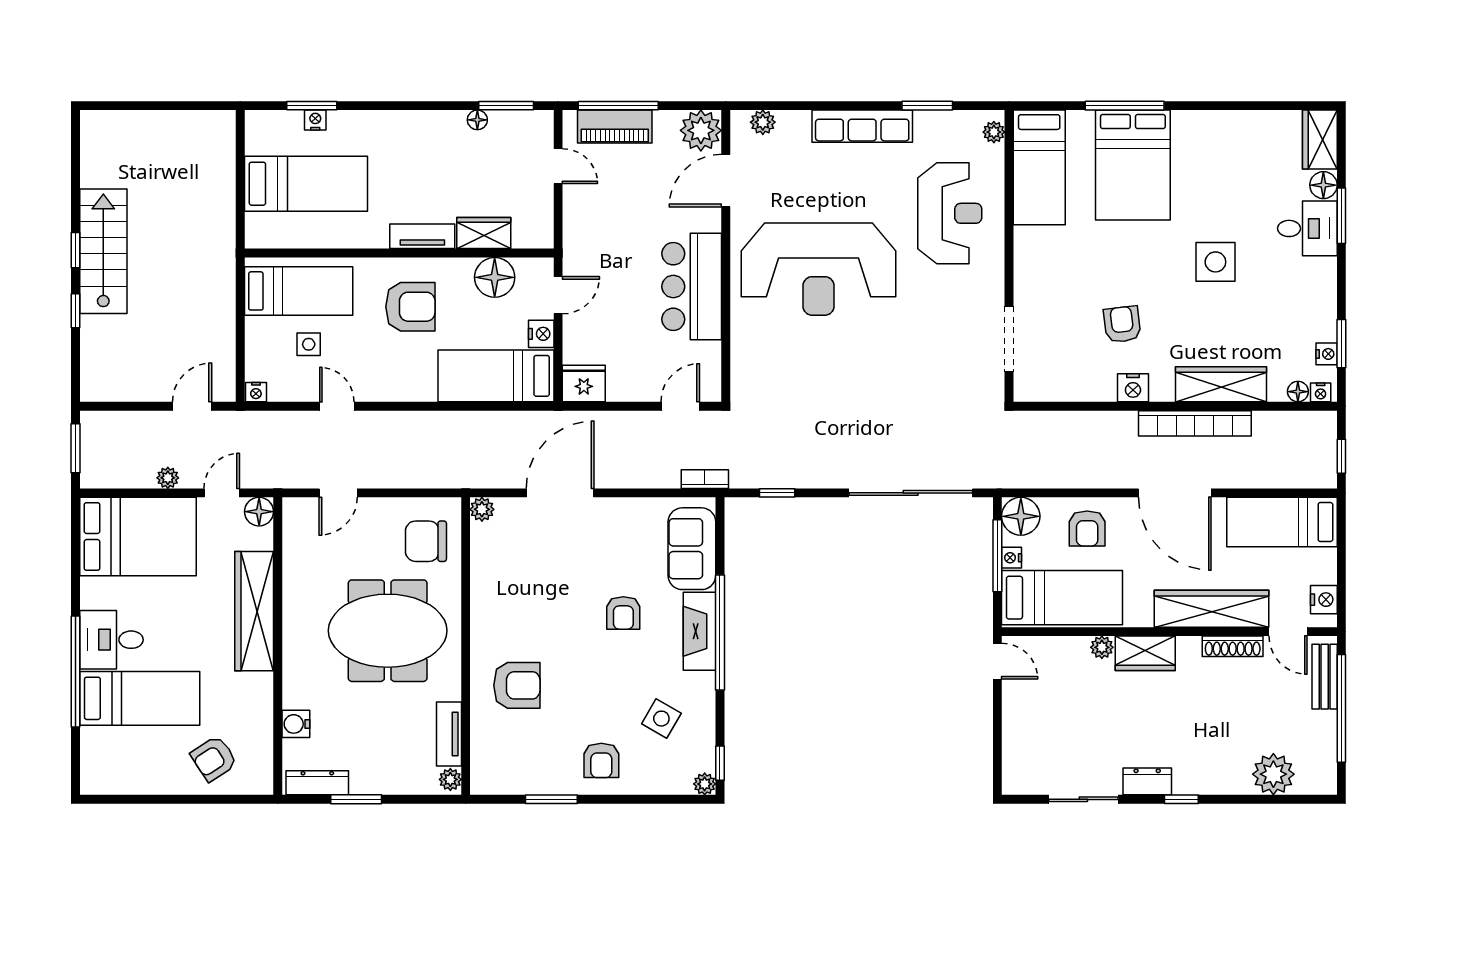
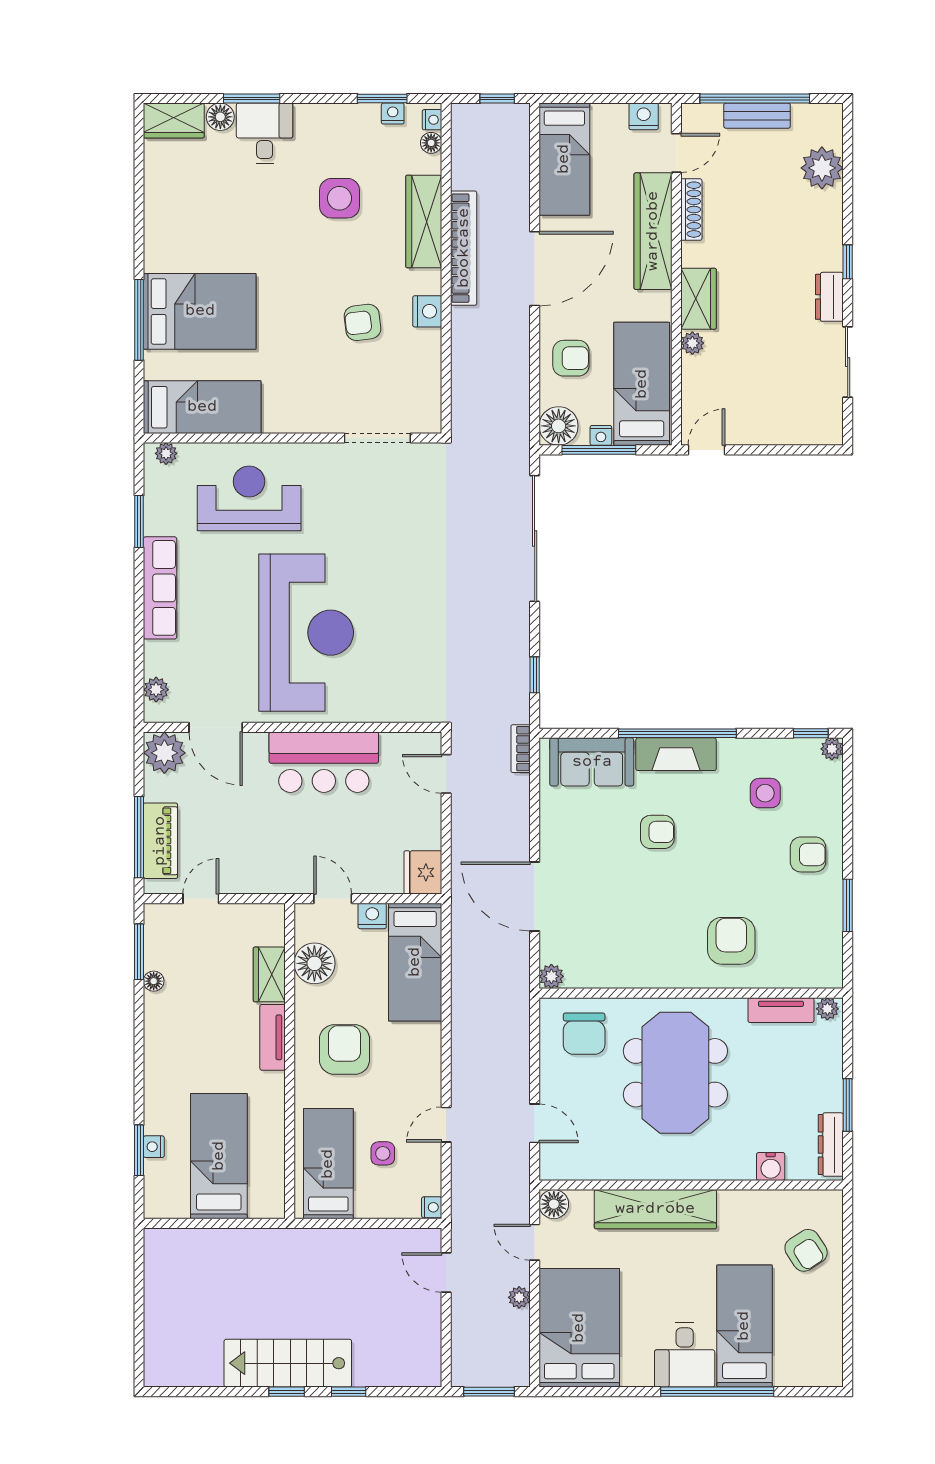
side table: (1215, 262) -> (339, 198), moved
bench: (1325, 677) -> (757, 116), moved
side table: (661, 719) -> (765, 793), turned -30

